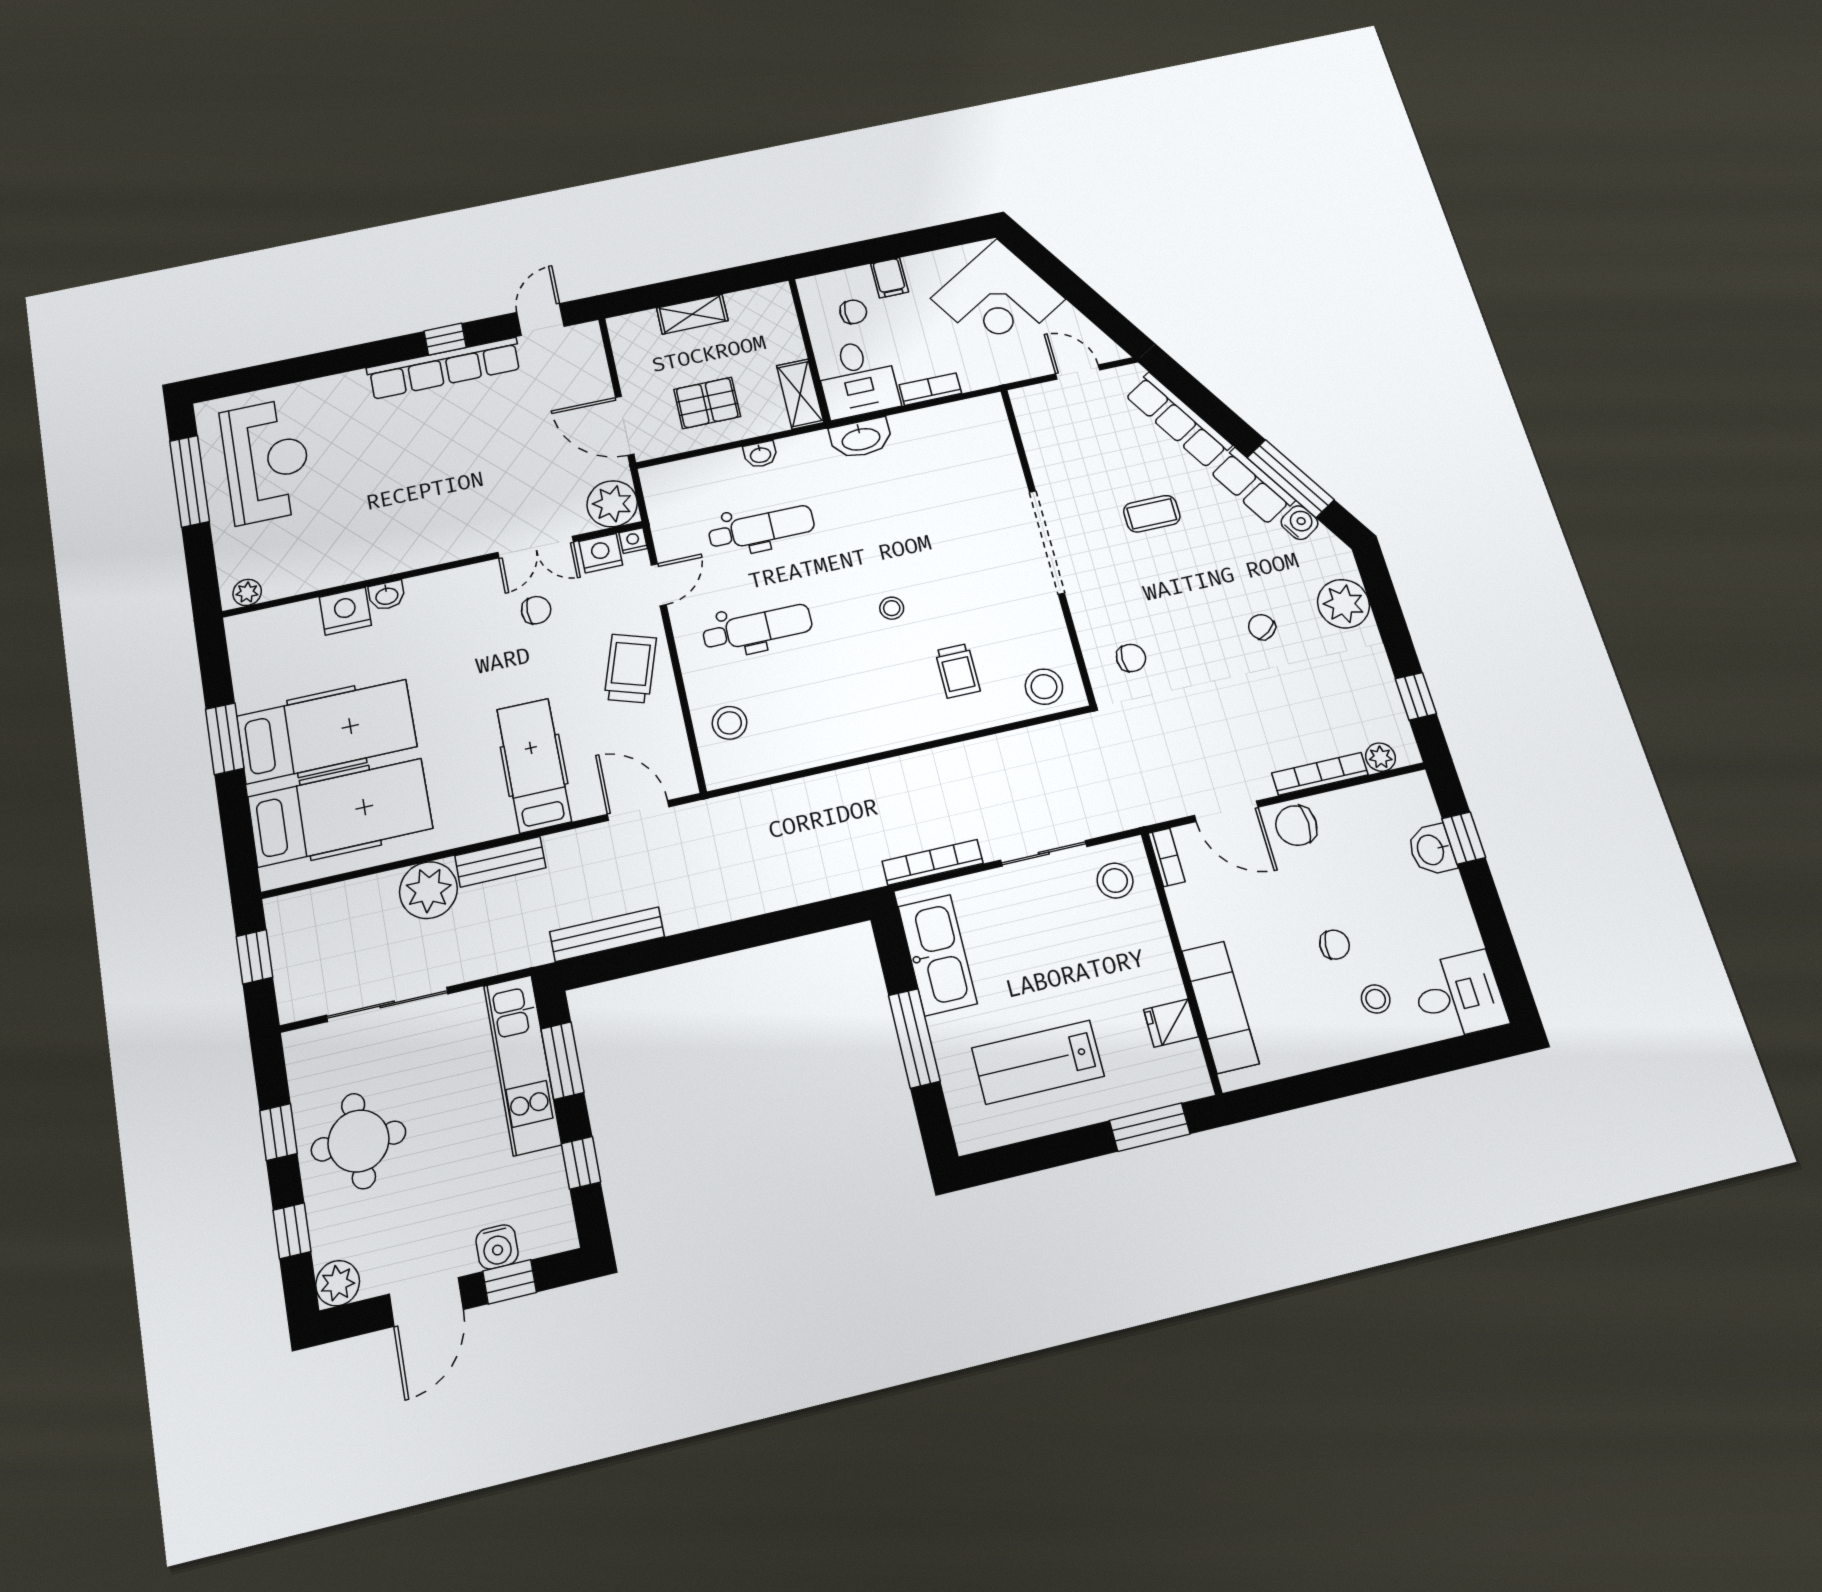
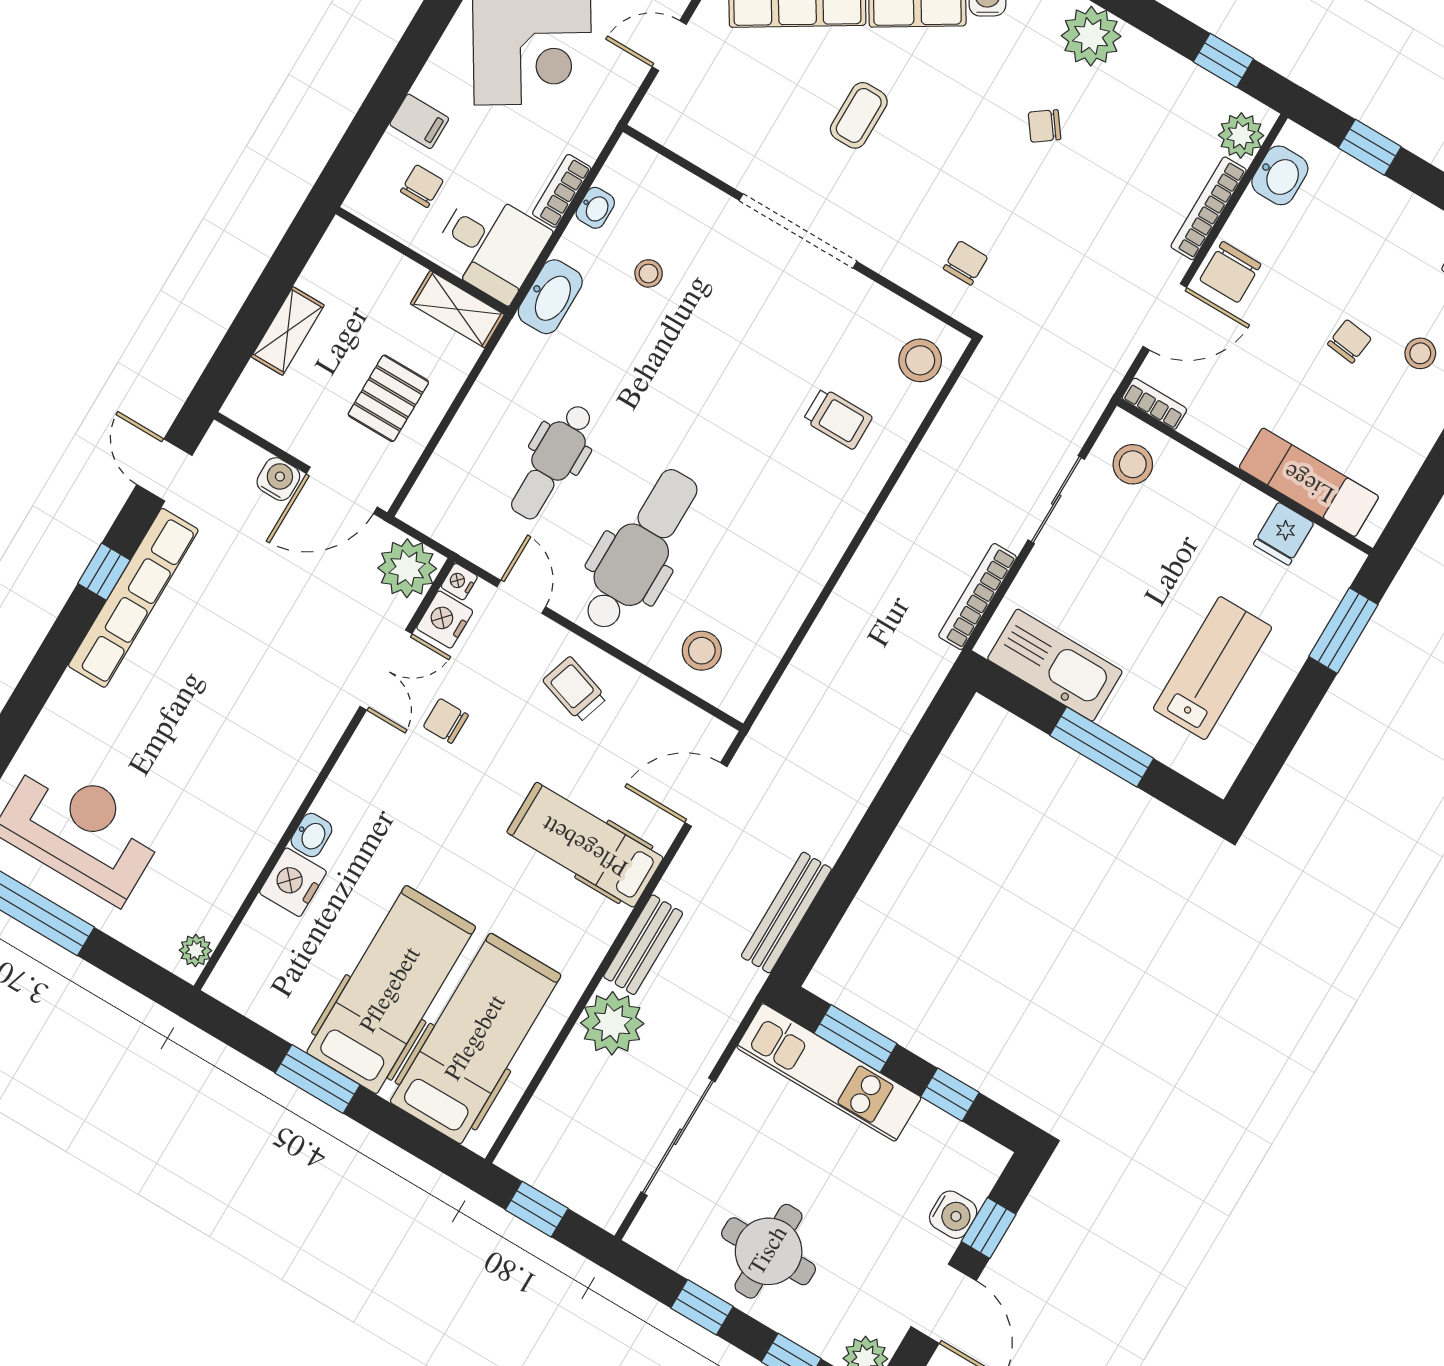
water cooler: (597, 385) -> (278, 479), added
washbasin: (760, 455) -> (595, 208), moved
dental chair: (761, 528) -> (552, 462), turned 180
stool: (892, 608) -> (649, 273), moved
chair: (536, 610) -> (446, 721), turned -90
dental chair: (757, 628) -> (640, 550), width x1.36, depth x1.38
trolley: (630, 669) -> (575, 689), width x0.73, depth x0.72
plant: (1381, 757) -> (1241, 135), width x1.38, depth x1.38
washbasin: (1432, 850) -> (1280, 175), moved, turned -90
lab bench: (1038, 1062) -> (1213, 668), turned 180

